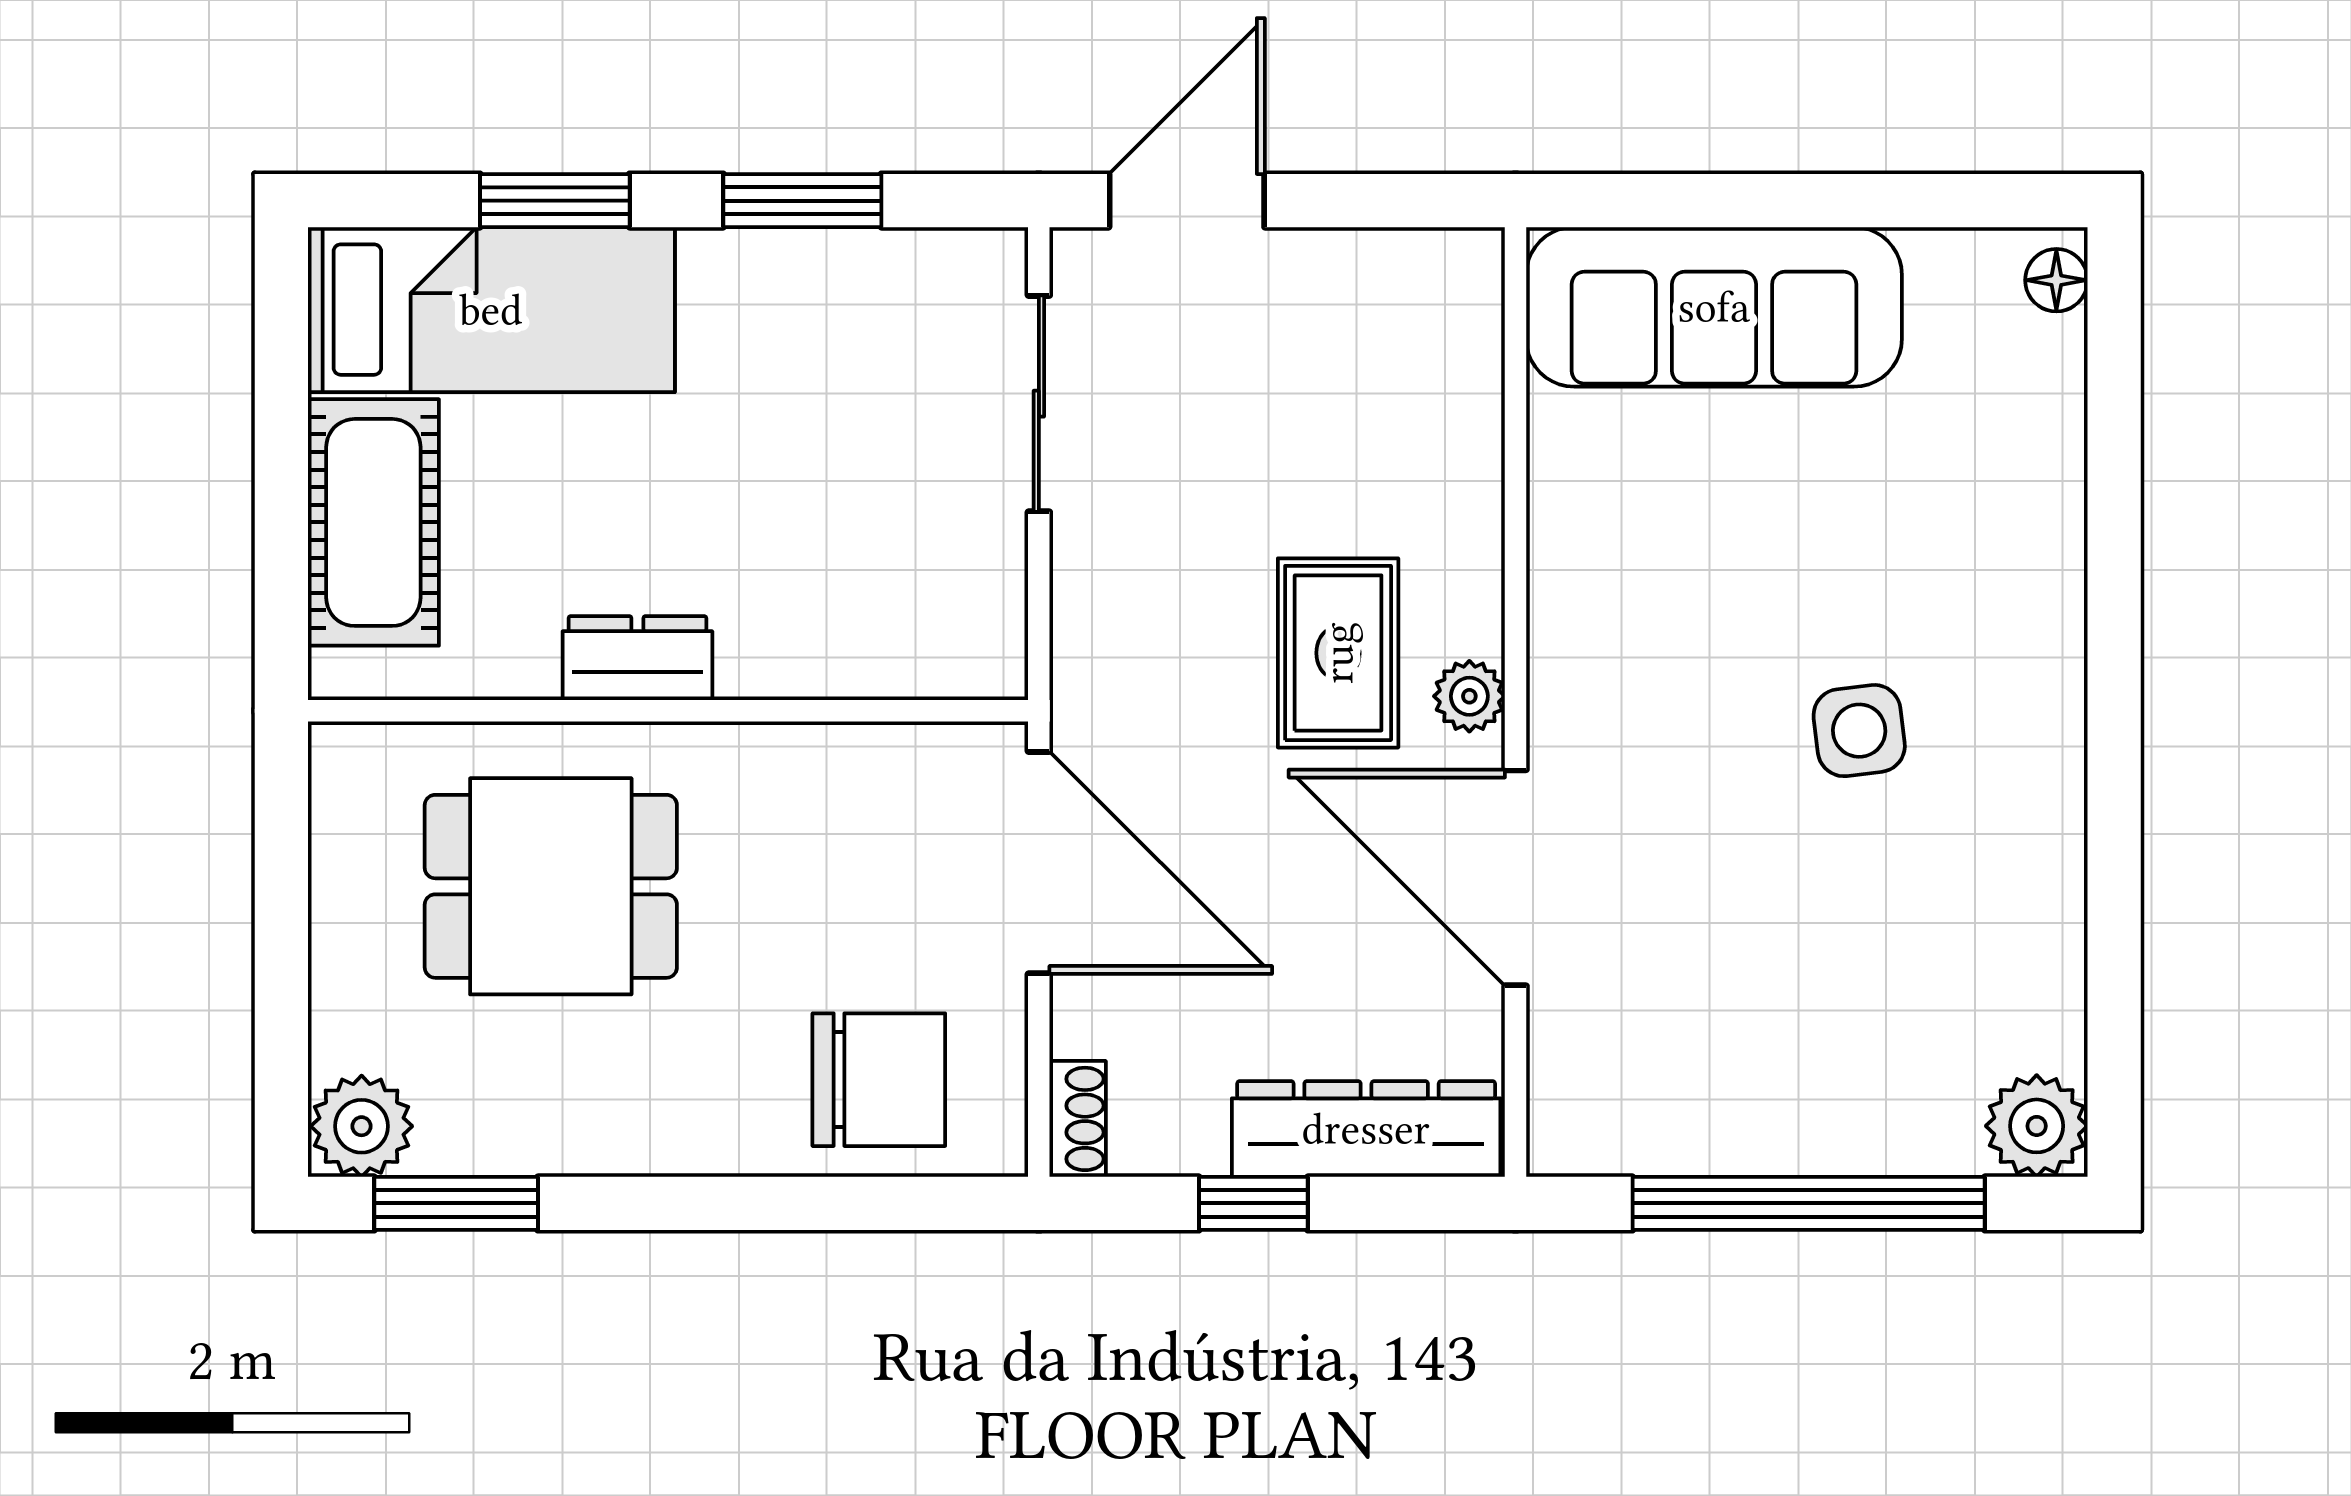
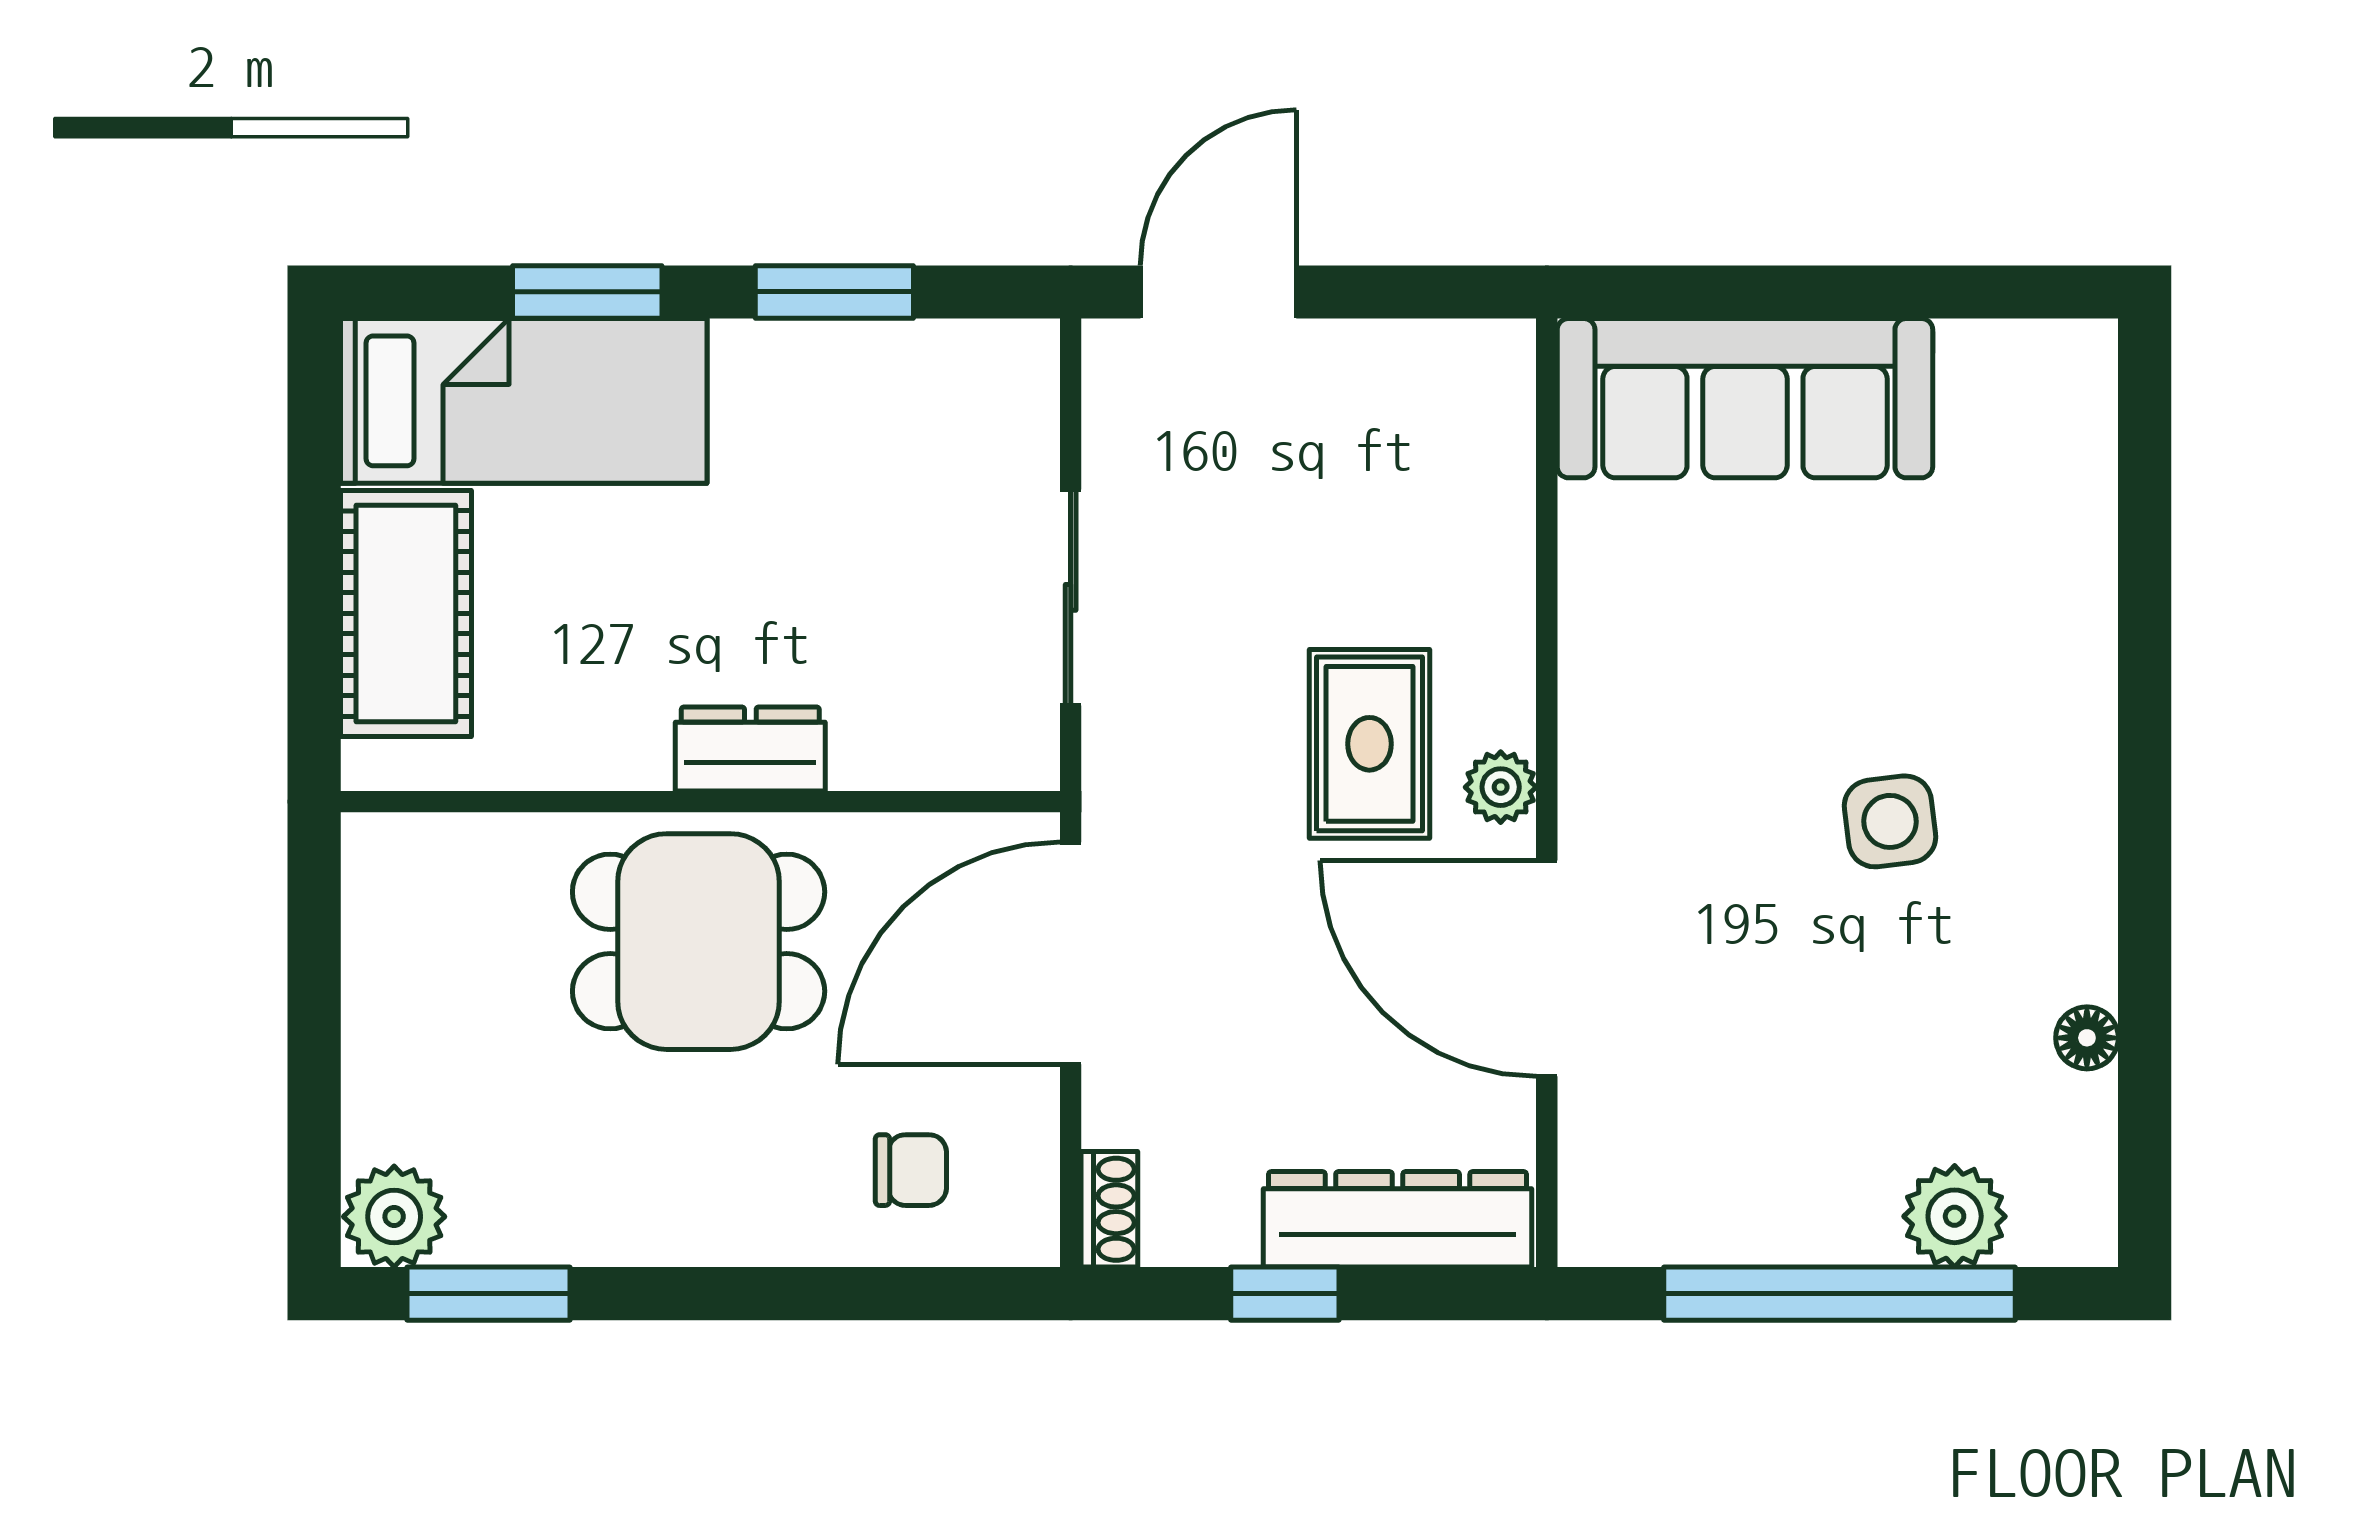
floor lamp: (2056, 280) -> (2087, 1038), moved
sliding door: (1039, 404) -> (1071, 597), moved
dresser: (637, 658) -> (750, 749), moved
door: (1039, 863) -> (1071, 953), swing flipped
dining table: (551, 886) -> (699, 942), moved
chair: (879, 1080) -> (911, 1170), width x0.54, depth x0.54
plant: (2037, 1126) -> (1955, 1216), moved

